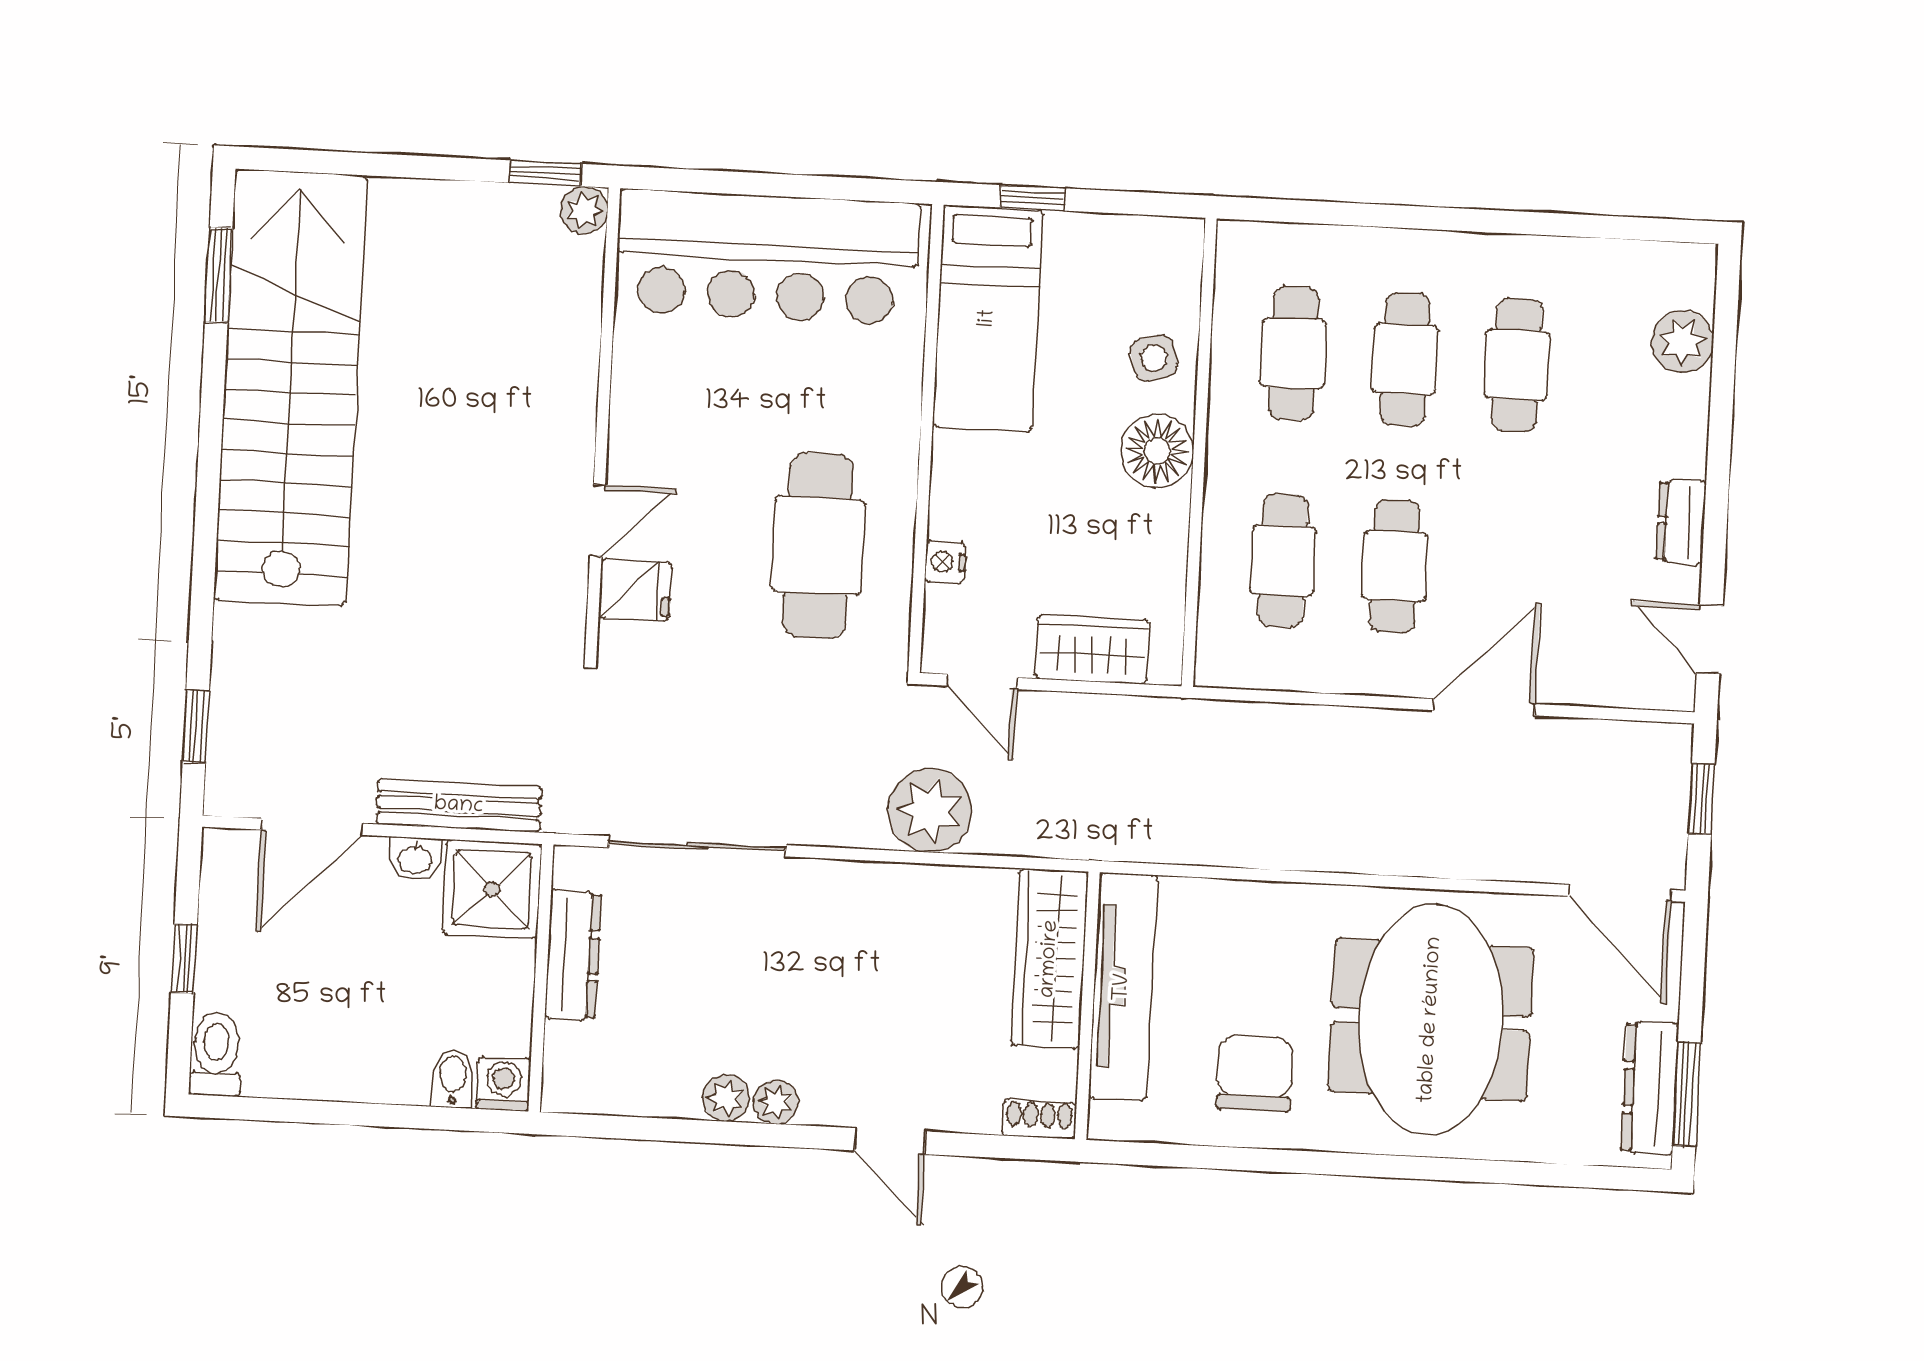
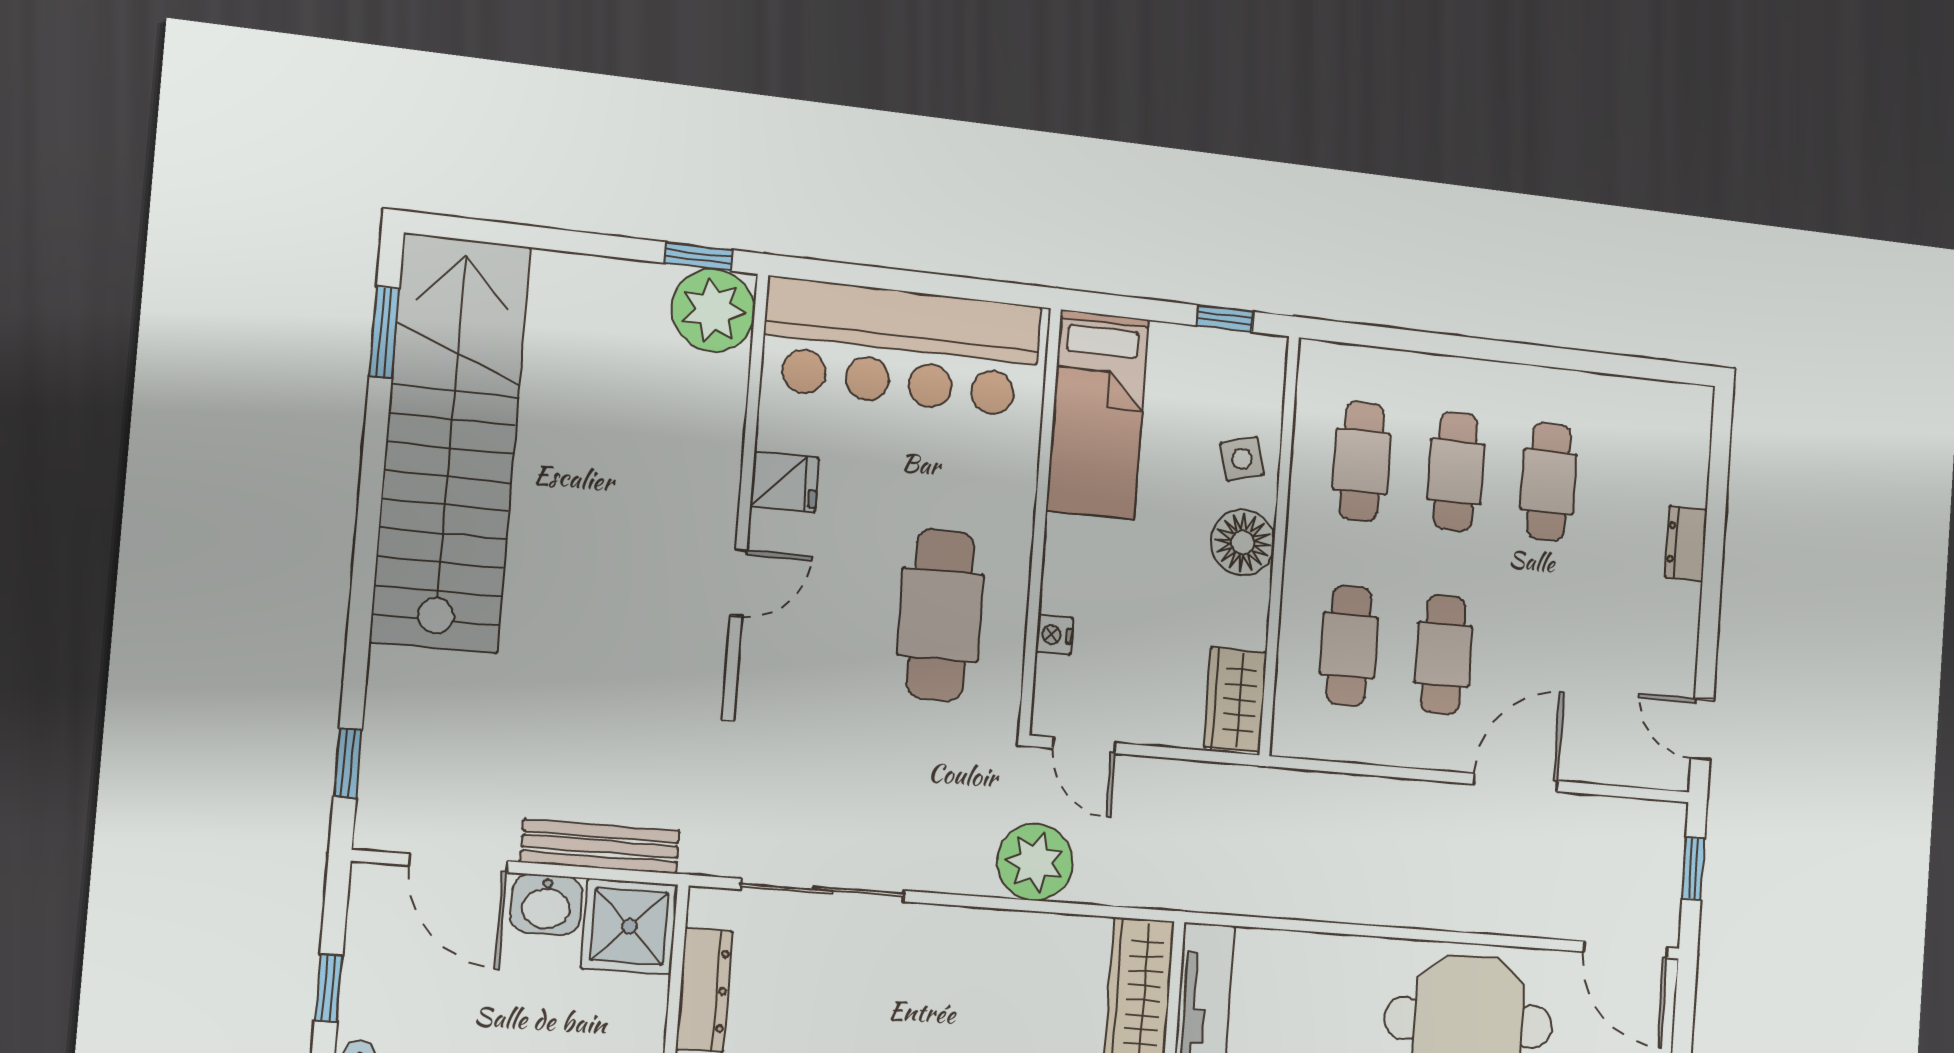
window: (1033, 198) -> (1225, 319), moved
plant: (584, 210) -> (713, 310), width x1.87, depth x1.87
plant: (1683, 342) -> (1685, 469), removed
dresser: (1681, 521) -> (1686, 544), moved
fridge: (635, 590) -> (785, 482), moved
wardrobe: (1092, 649) -> (1235, 700), moved, turned -90
door: (312, 827) -> (458, 863), hinge flipped
washbasin: (415, 859) -> (546, 904), width x1.38, depth x1.45

